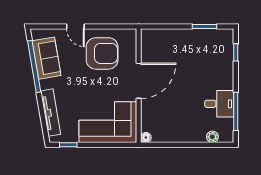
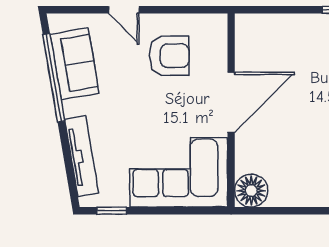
armchair: (102, 53) -> (169, 56), width x0.73, depth x0.73
floor lamp: (146, 137) -> (251, 191), width x1.89, depth x1.89

